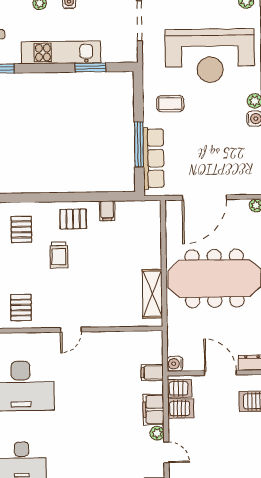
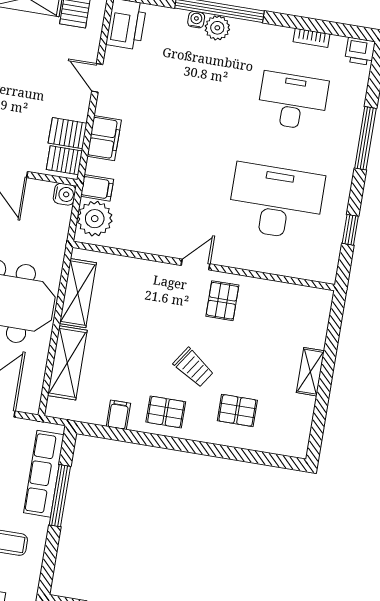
pallet: (21, 229) -> (237, 410), turned 90
shelving: (151, 242) -> (67, 363), added
trolley: (59, 255) -> (193, 367), turned 124
pallet: (21, 308) -> (222, 301), moved
plant: (157, 433) -> (95, 219), moved, width x1.87, depth x1.87

